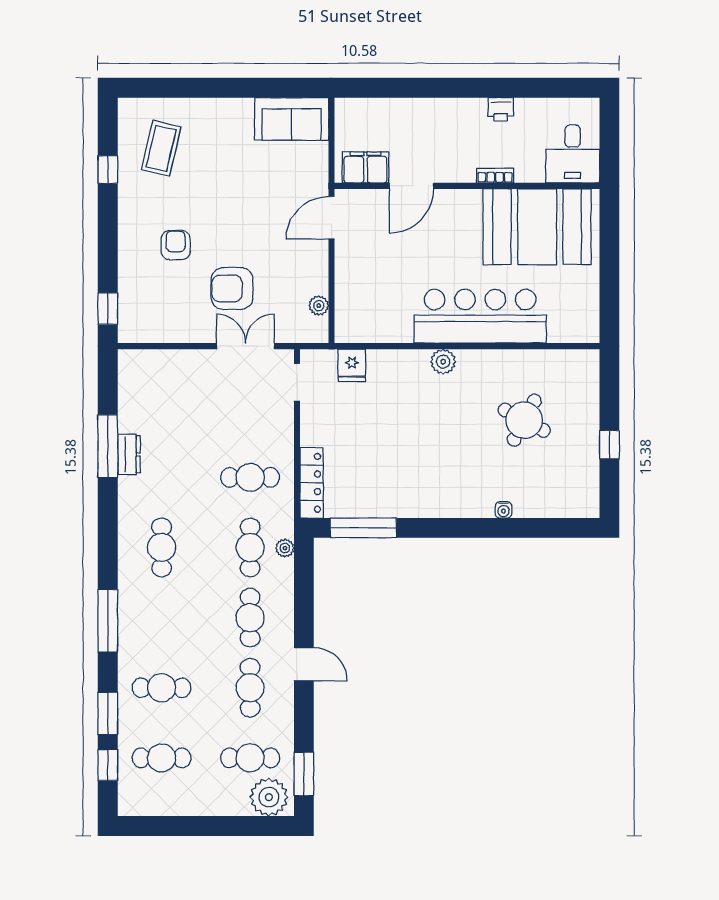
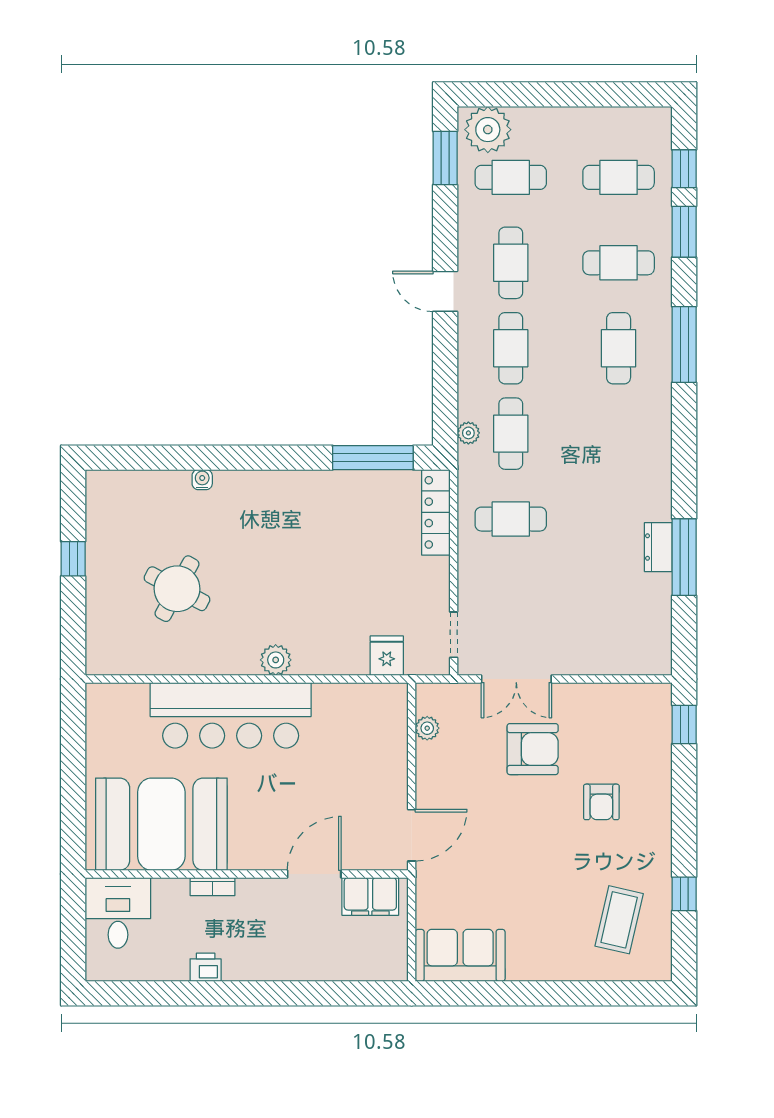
cafe table: (162, 547) -> (619, 348), moved

